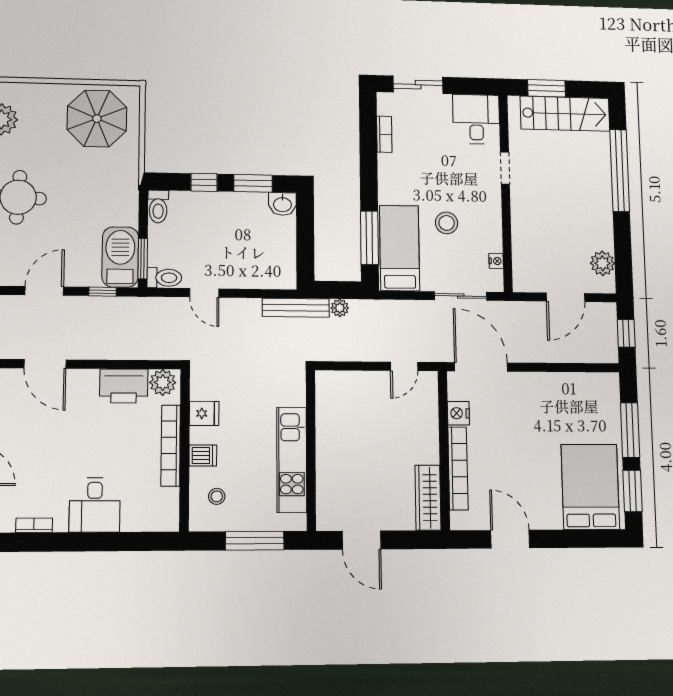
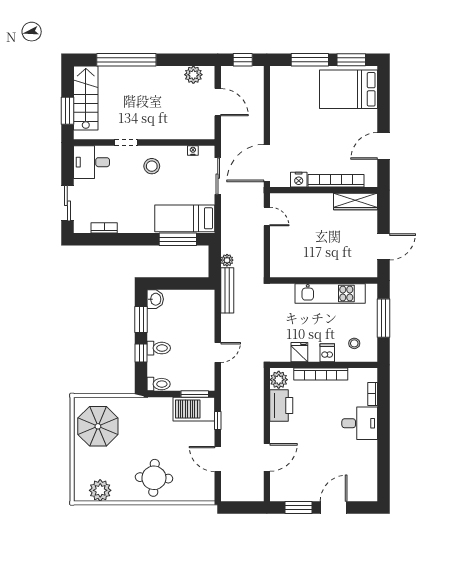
stool: (447, 223) -> (152, 166), moved
toilet: (164, 278) -> (159, 348), moved, turned 90
bookcase: (34, 525) -> (373, 394), moved

